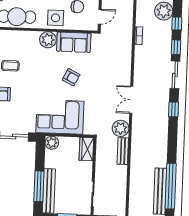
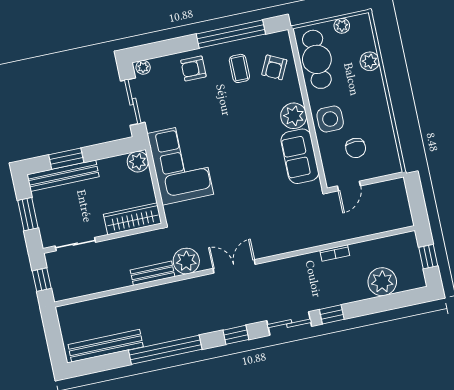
door: (100, 17) -> (349, 186), hinge flipped
window: (177, 24) -> (368, 307), removed
armchair: (71, 77) -> (274, 67), moved
wardrobe: (86, 149) -> (133, 219), width x1.50
window: (39, 186) -> (66, 159), width x0.69
window: (171, 186) -> (165, 350), moved

